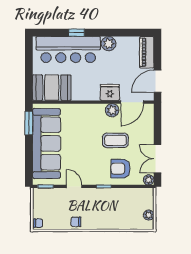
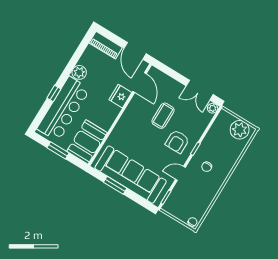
window: (29, 67) -> (58, 150), added
plant: (112, 110) -> (136, 103), removed
window: (29, 123) -> (115, 185), moved
armchair: (120, 169) -> (177, 142), moved
plant: (149, 215) -> (240, 130), width x1.87, depth x1.87
chair: (76, 222) -> (207, 167), moved

